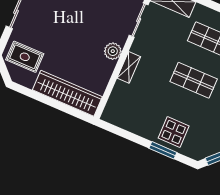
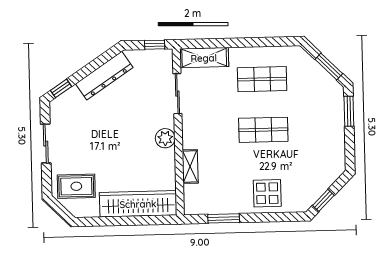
shelving: (129, 67) -> (190, 166), moved
window: (163, 150) -> (224, 218), moved

